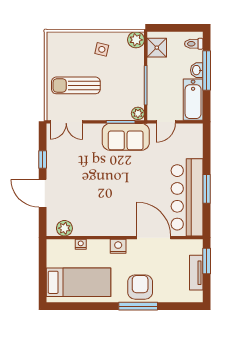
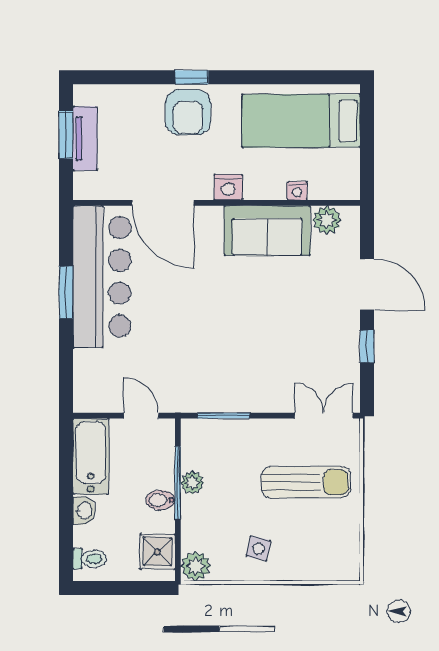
window: (207, 71) -> (66, 510), removed
bidet: (155, 76) -> (160, 500), added
plant: (138, 113) -> (192, 483), moved
door: (166, 122) -> (141, 416), hinge flipped
sofa: (126, 137) -> (267, 231), moved, turned 180
window: (207, 261) -> (66, 135), moved
window: (138, 306) -> (192, 77), width x0.46

